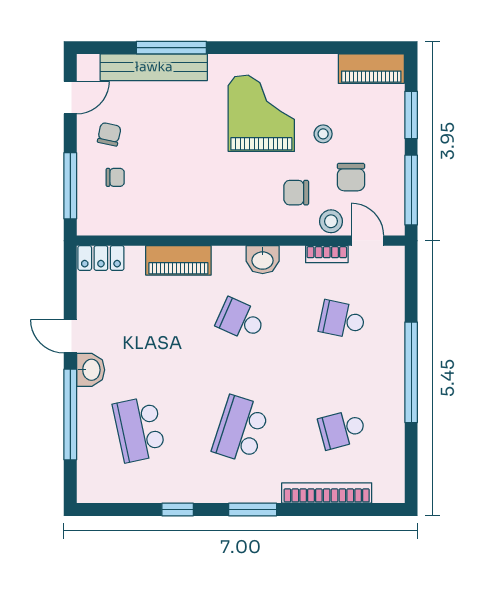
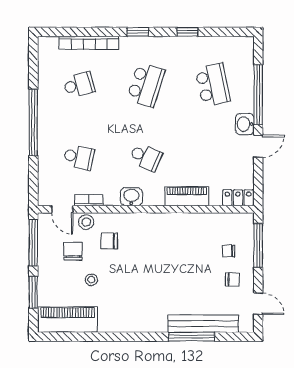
piano: (371, 69) -> (68, 320), width x1.37, depth x1.33
door: (70, 98) -> (258, 304), swing flipped
grand piano: (261, 113) -> (132, 293), removed
chair: (109, 134) -> (233, 279), turned -101
chair: (296, 193) -> (109, 241), turned 180
door: (70, 336) -> (258, 146), hinge flipped
window: (253, 510) -> (138, 32), width x0.67

